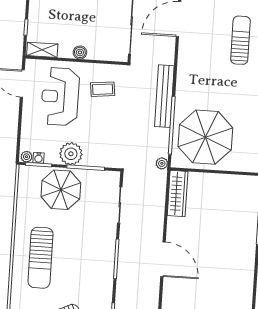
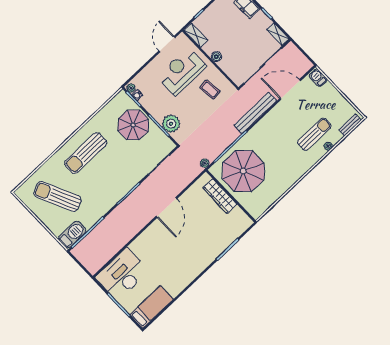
bench: (164, 96) -> (255, 113), moved
plant: (71, 154) -> (171, 124), moved
wardrobe: (178, 194) -> (220, 196), moved, turned 90
door: (163, 259) -> (166, 208), moved

